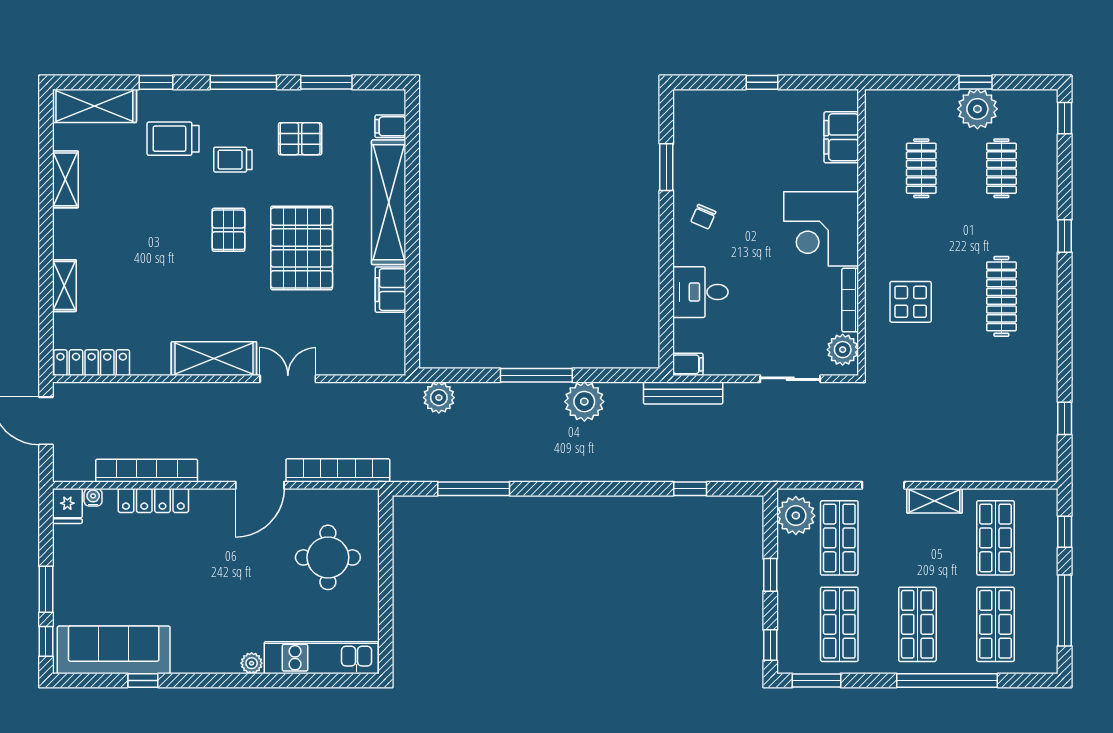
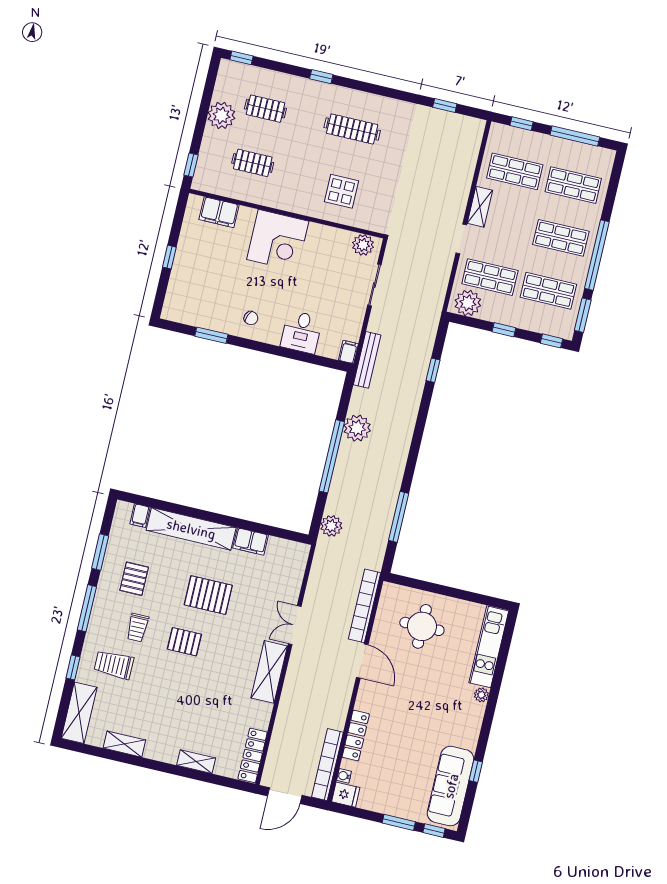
window: (976, 82) -> (191, 165), moved
trolley: (173, 139) -> (114, 665), turned 90
pallet: (302, 248) -> (208, 595), width x0.73, depth x0.71
bookcase: (850, 300) -> (331, 232), removed
window: (536, 375) -> (332, 456), width x1.46
bookcase: (147, 471) -> (327, 765), moved
window: (947, 680) -> (597, 255), moved

